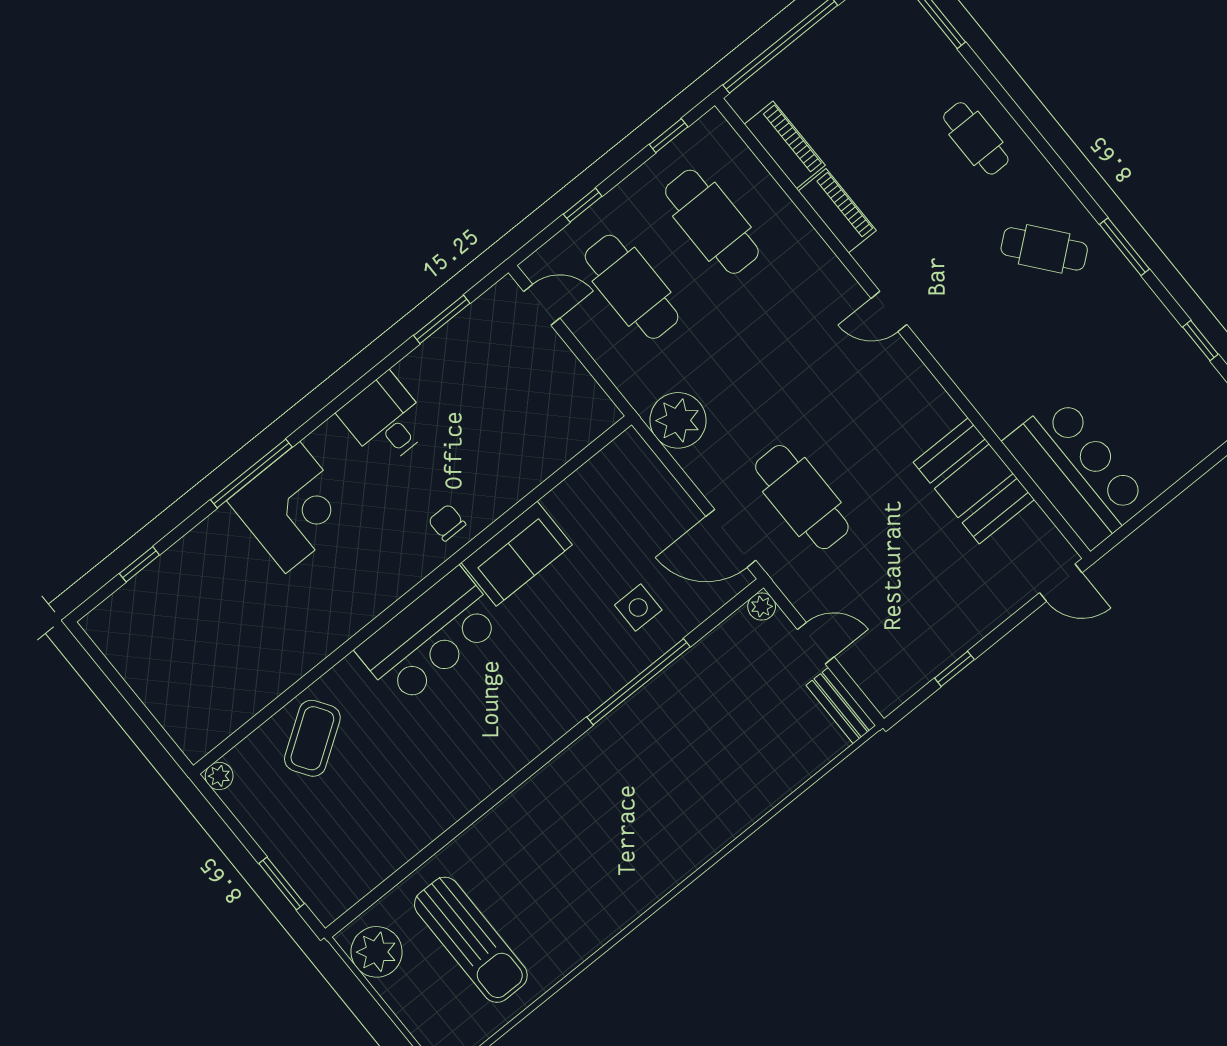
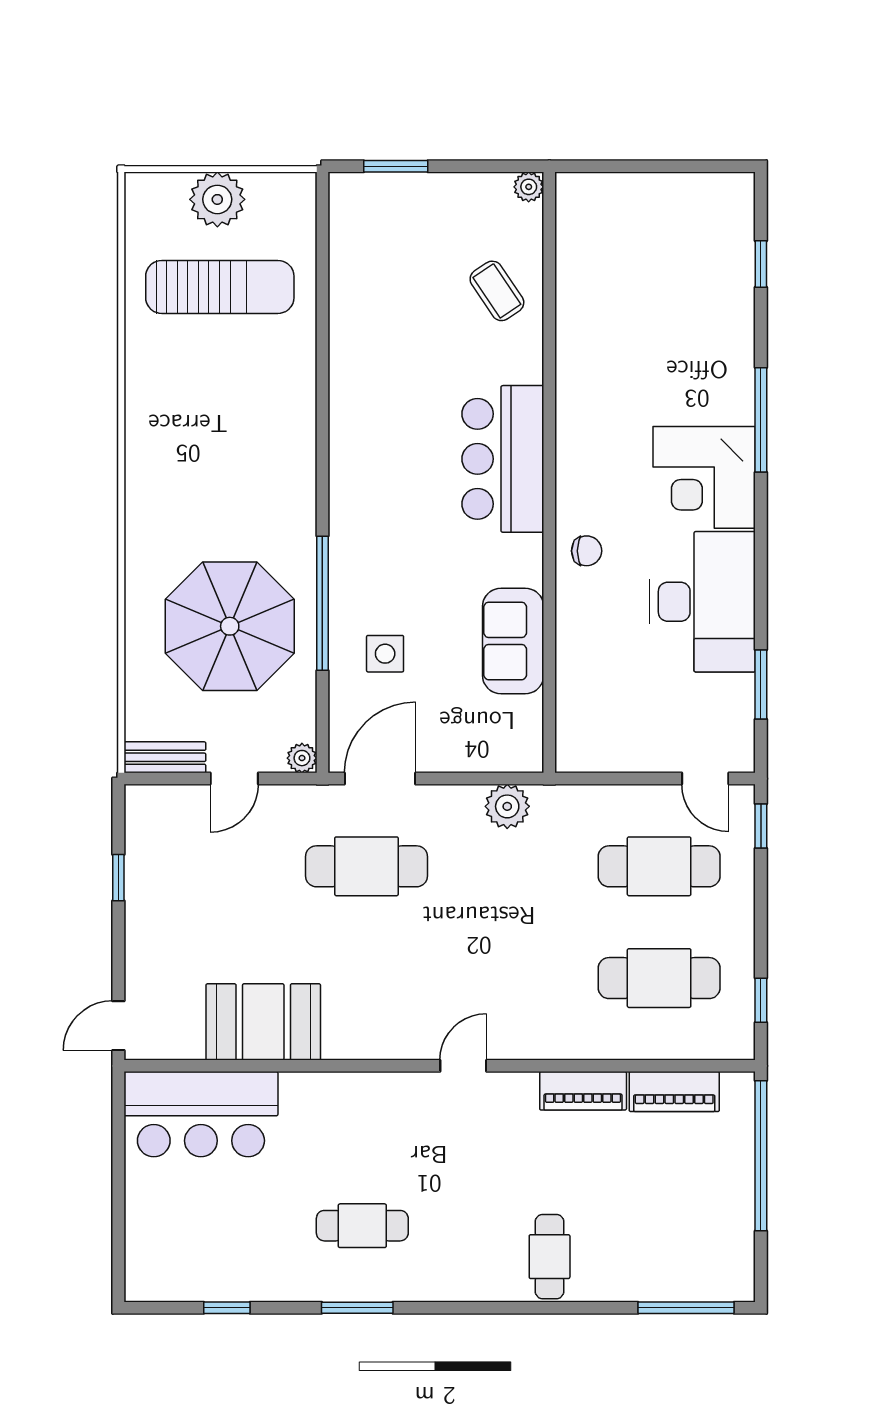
cafe table: (976, 138) -> (550, 1257), turned 90
window: (583, 205) -> (761, 826), moved
cafe table: (1044, 249) -> (362, 1226), moved, turned 39
door: (542, 305) -> (705, 779), hinge flipped
desk: (385, 420) -> (703, 602), width x1.87, depth x1.30
plant: (678, 420) -> (507, 806), width x0.73, depth x0.73
corner desk: (293, 508) -> (704, 477), moved
sofa: (517, 554) -> (513, 641), moved
parasol: (709, 735) -> (230, 626), added
coffee table: (312, 738) -> (497, 291), width x0.73, depth x0.77
sun lounger: (471, 940) -> (220, 287), turned 180
plant: (377, 952) -> (217, 199), moved

